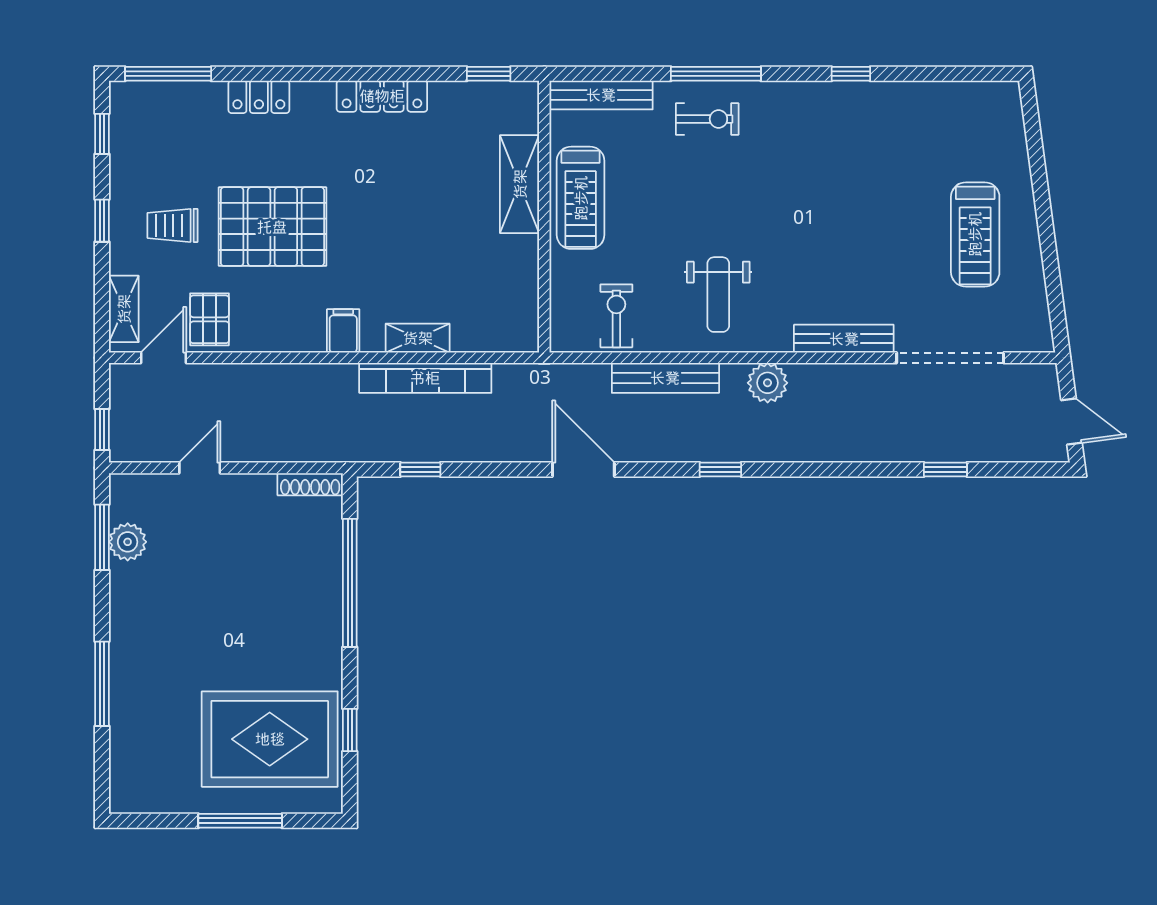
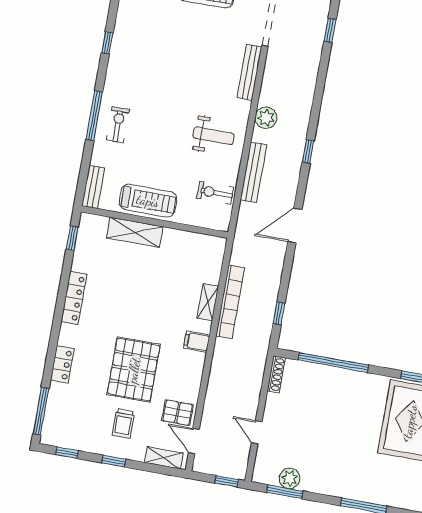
bench: (601, 95) -> (93, 187), width x0.73

